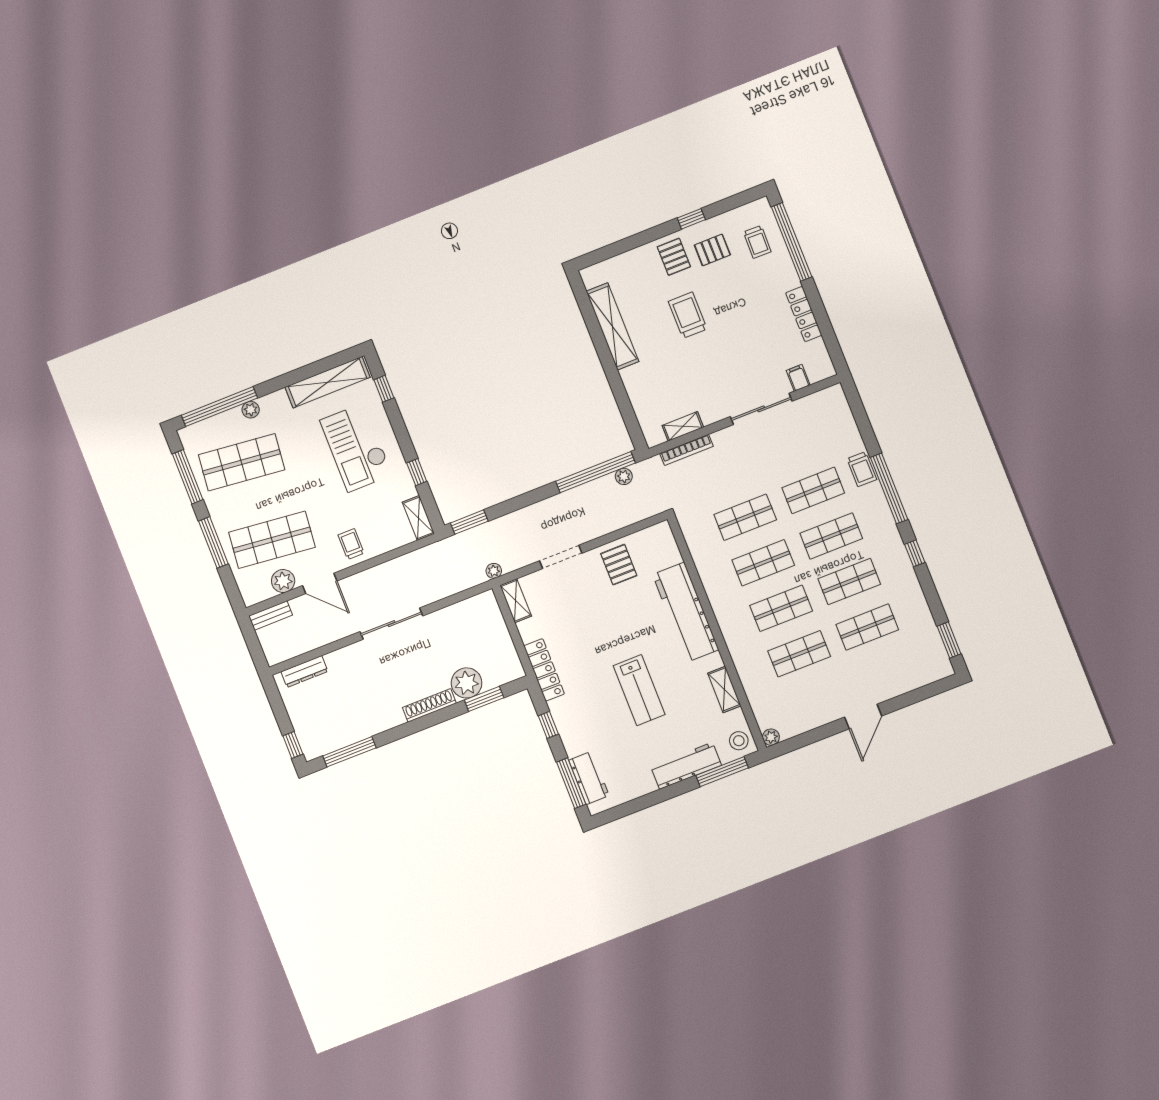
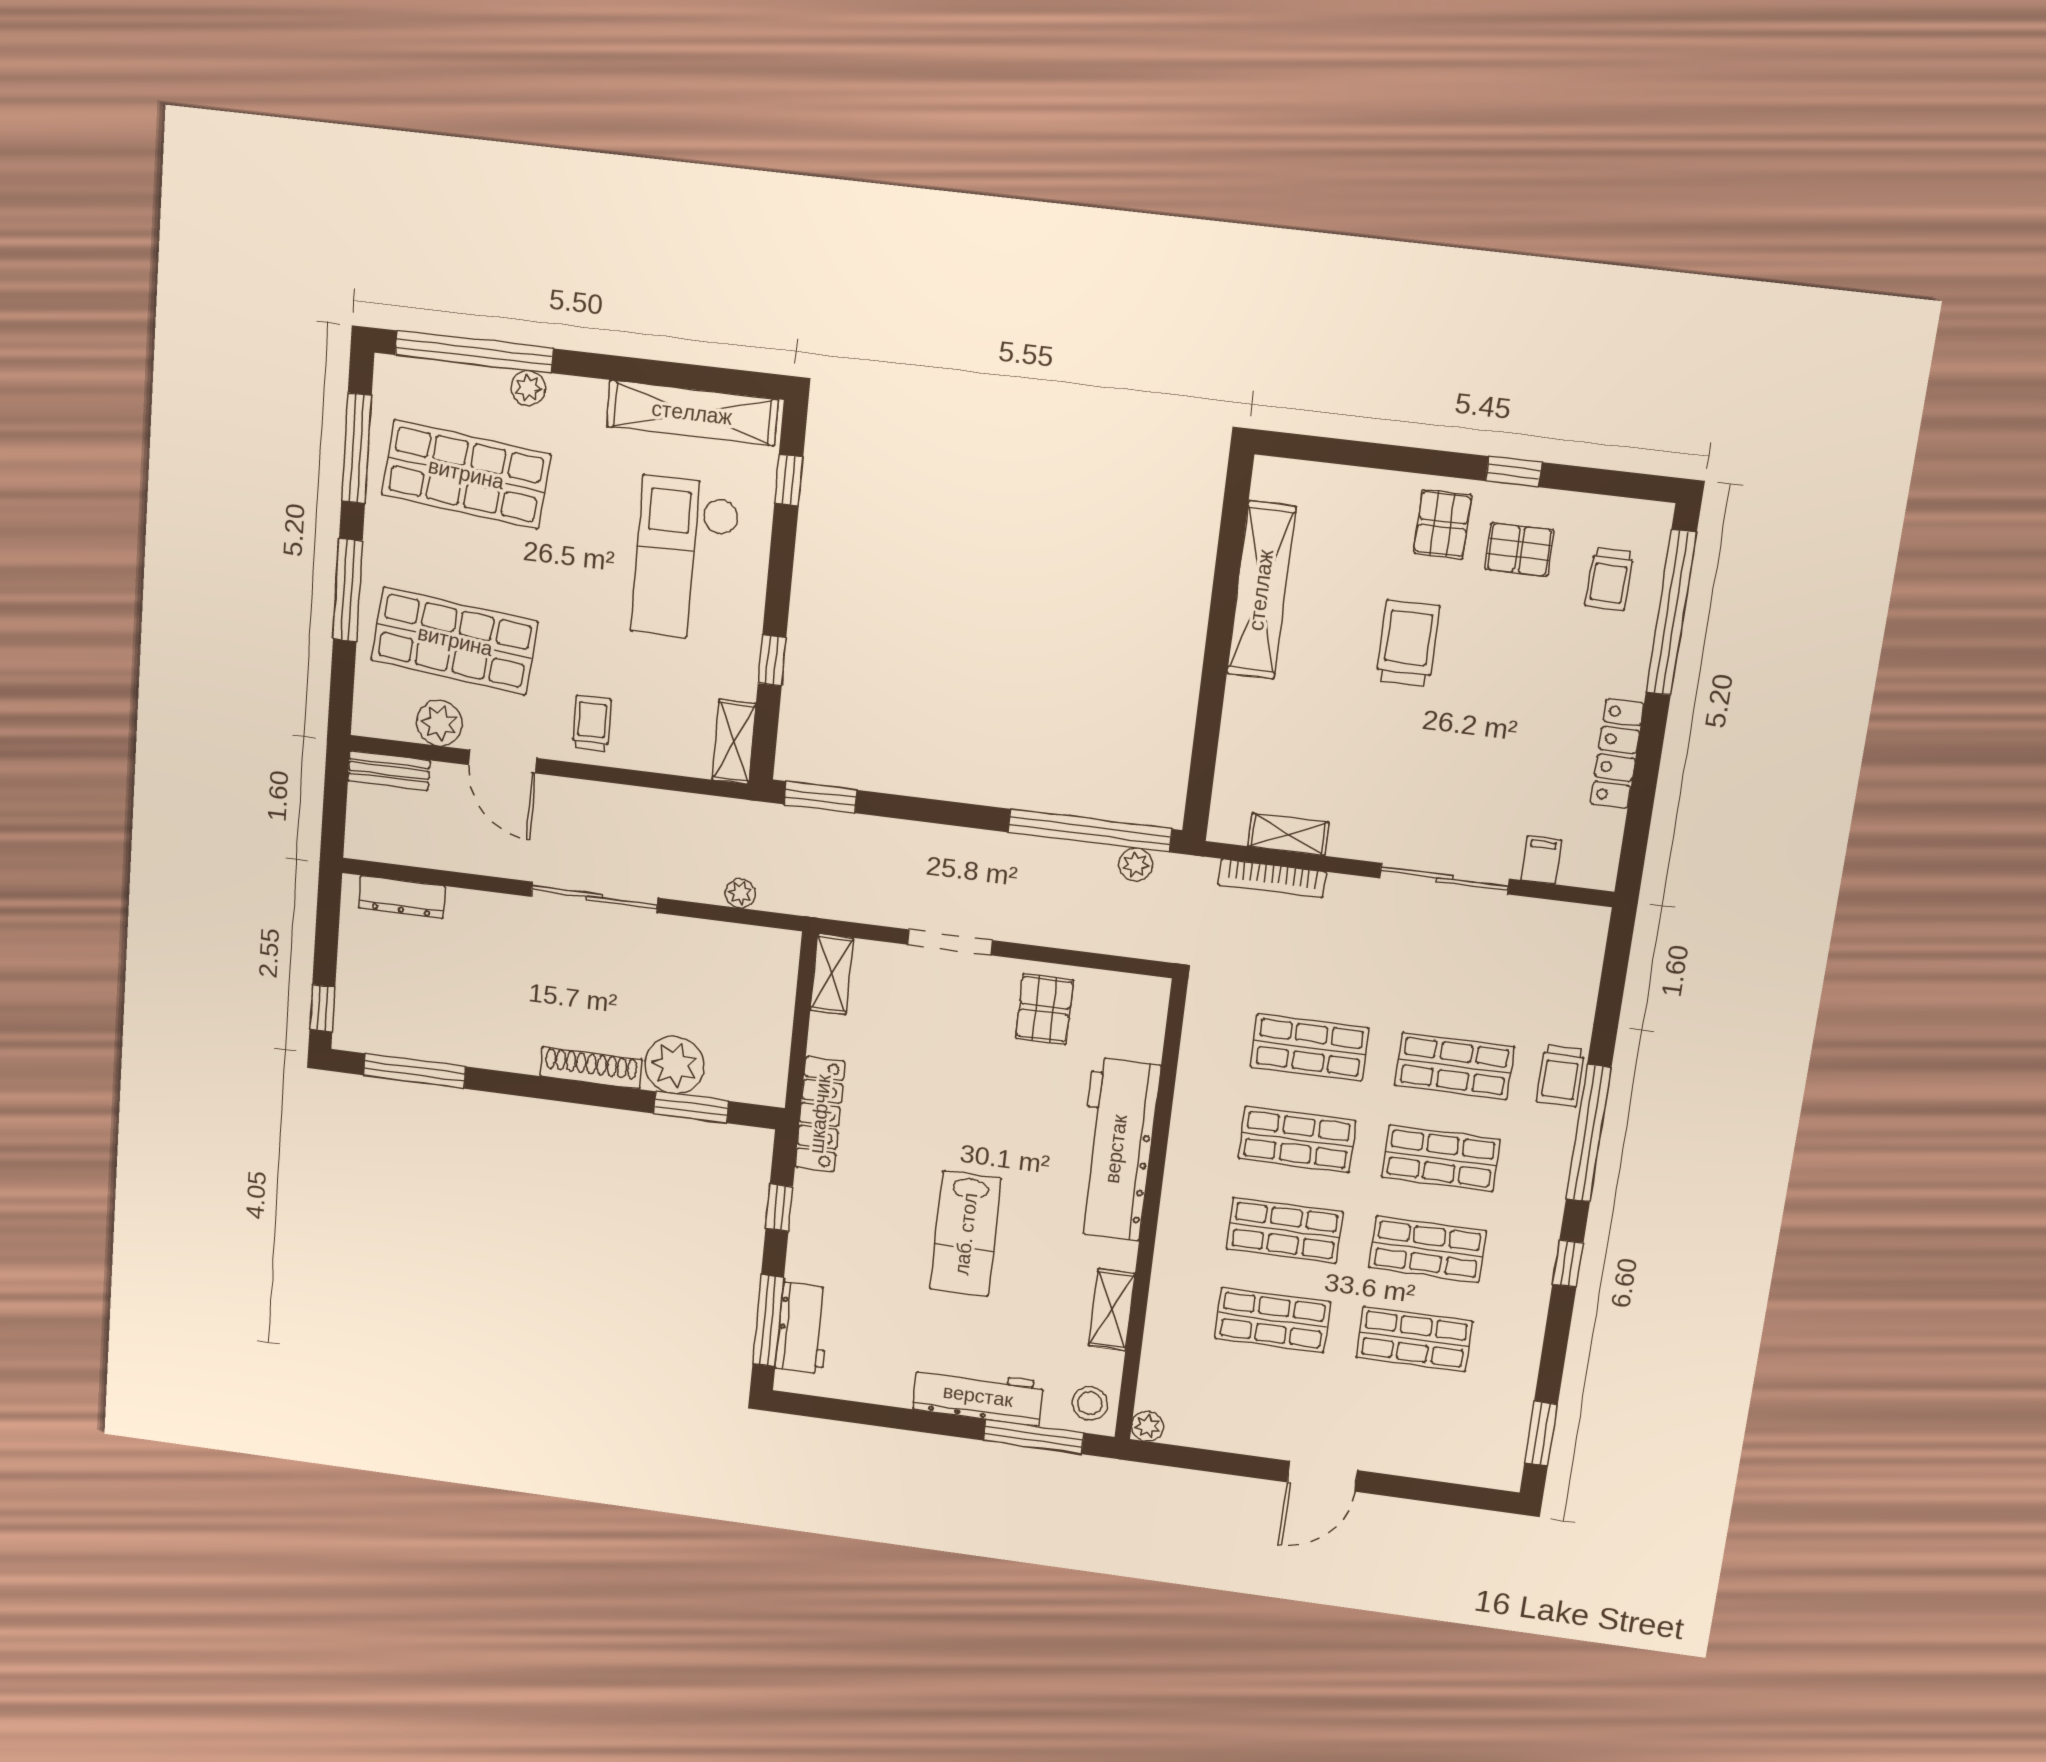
plant: (494, 571) -> (740, 893), moved

